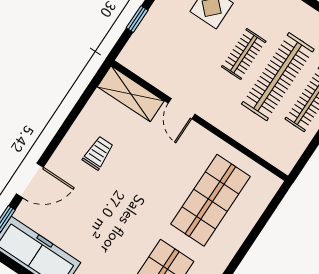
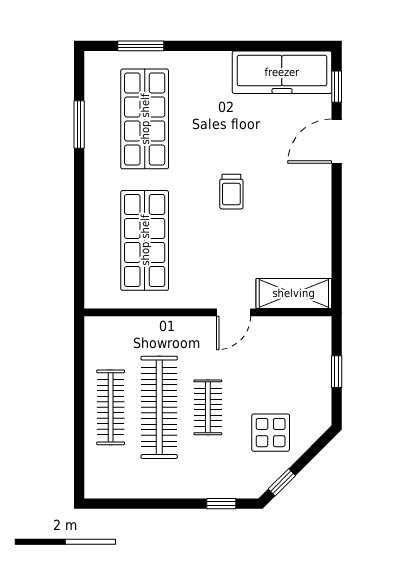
door: (182, 109) -> (234, 312), swing flipped
trolley: (98, 153) -> (231, 192), moved

